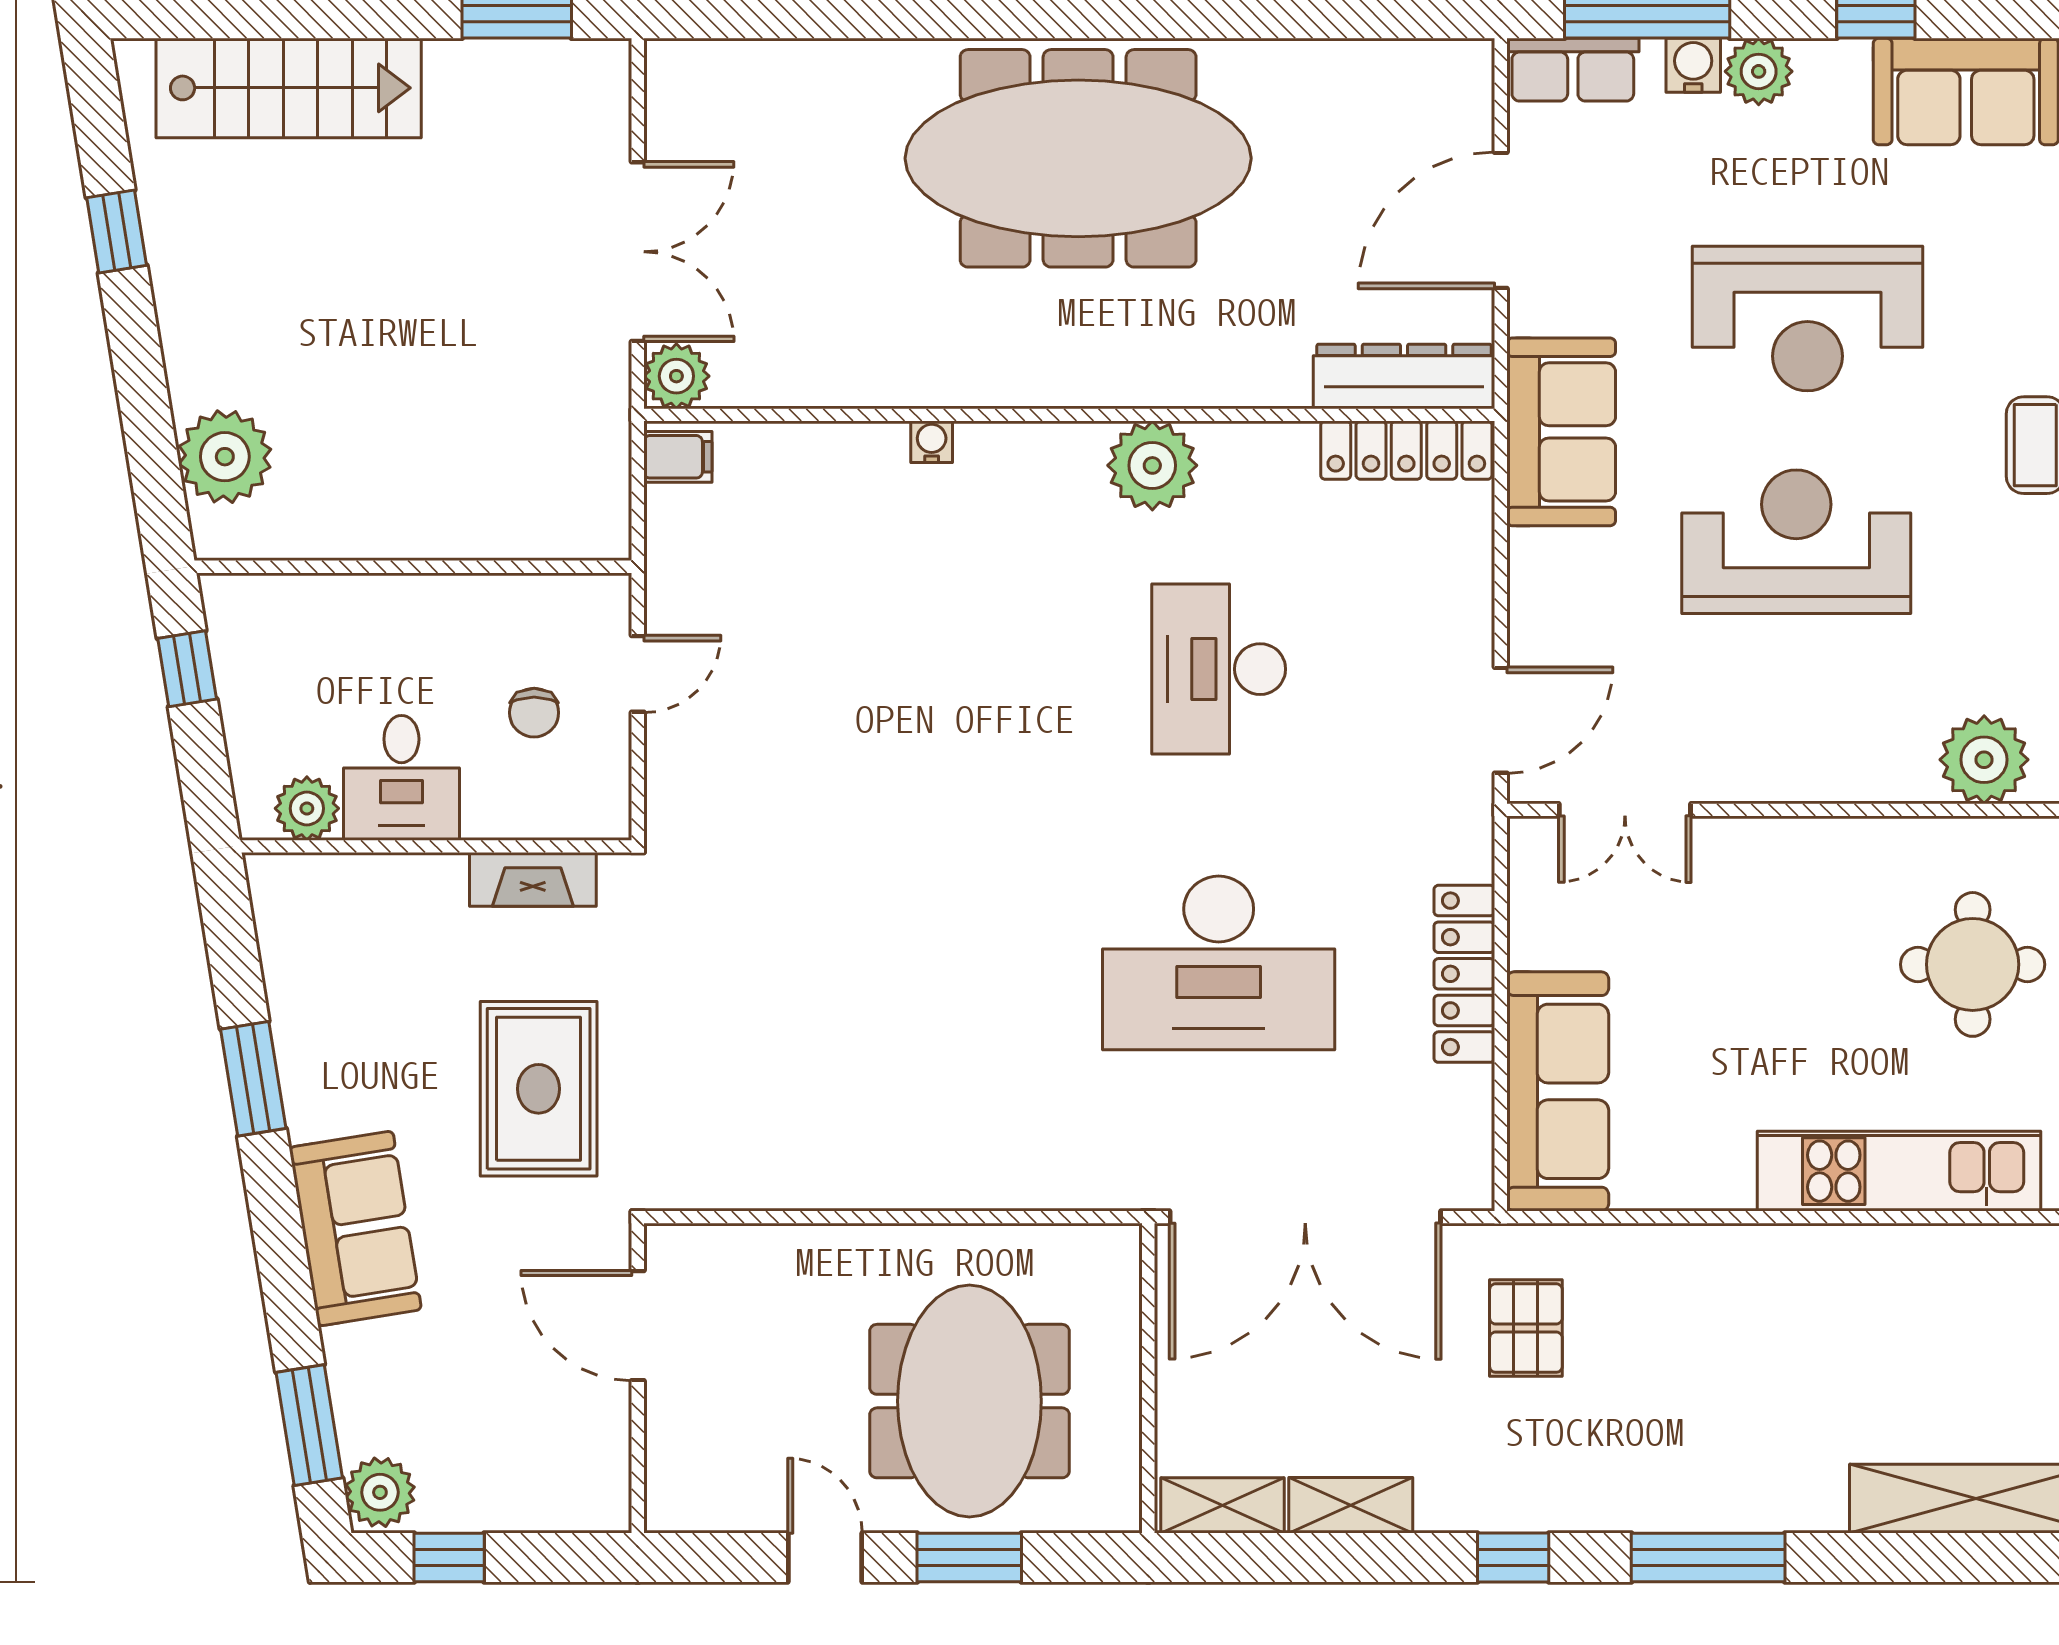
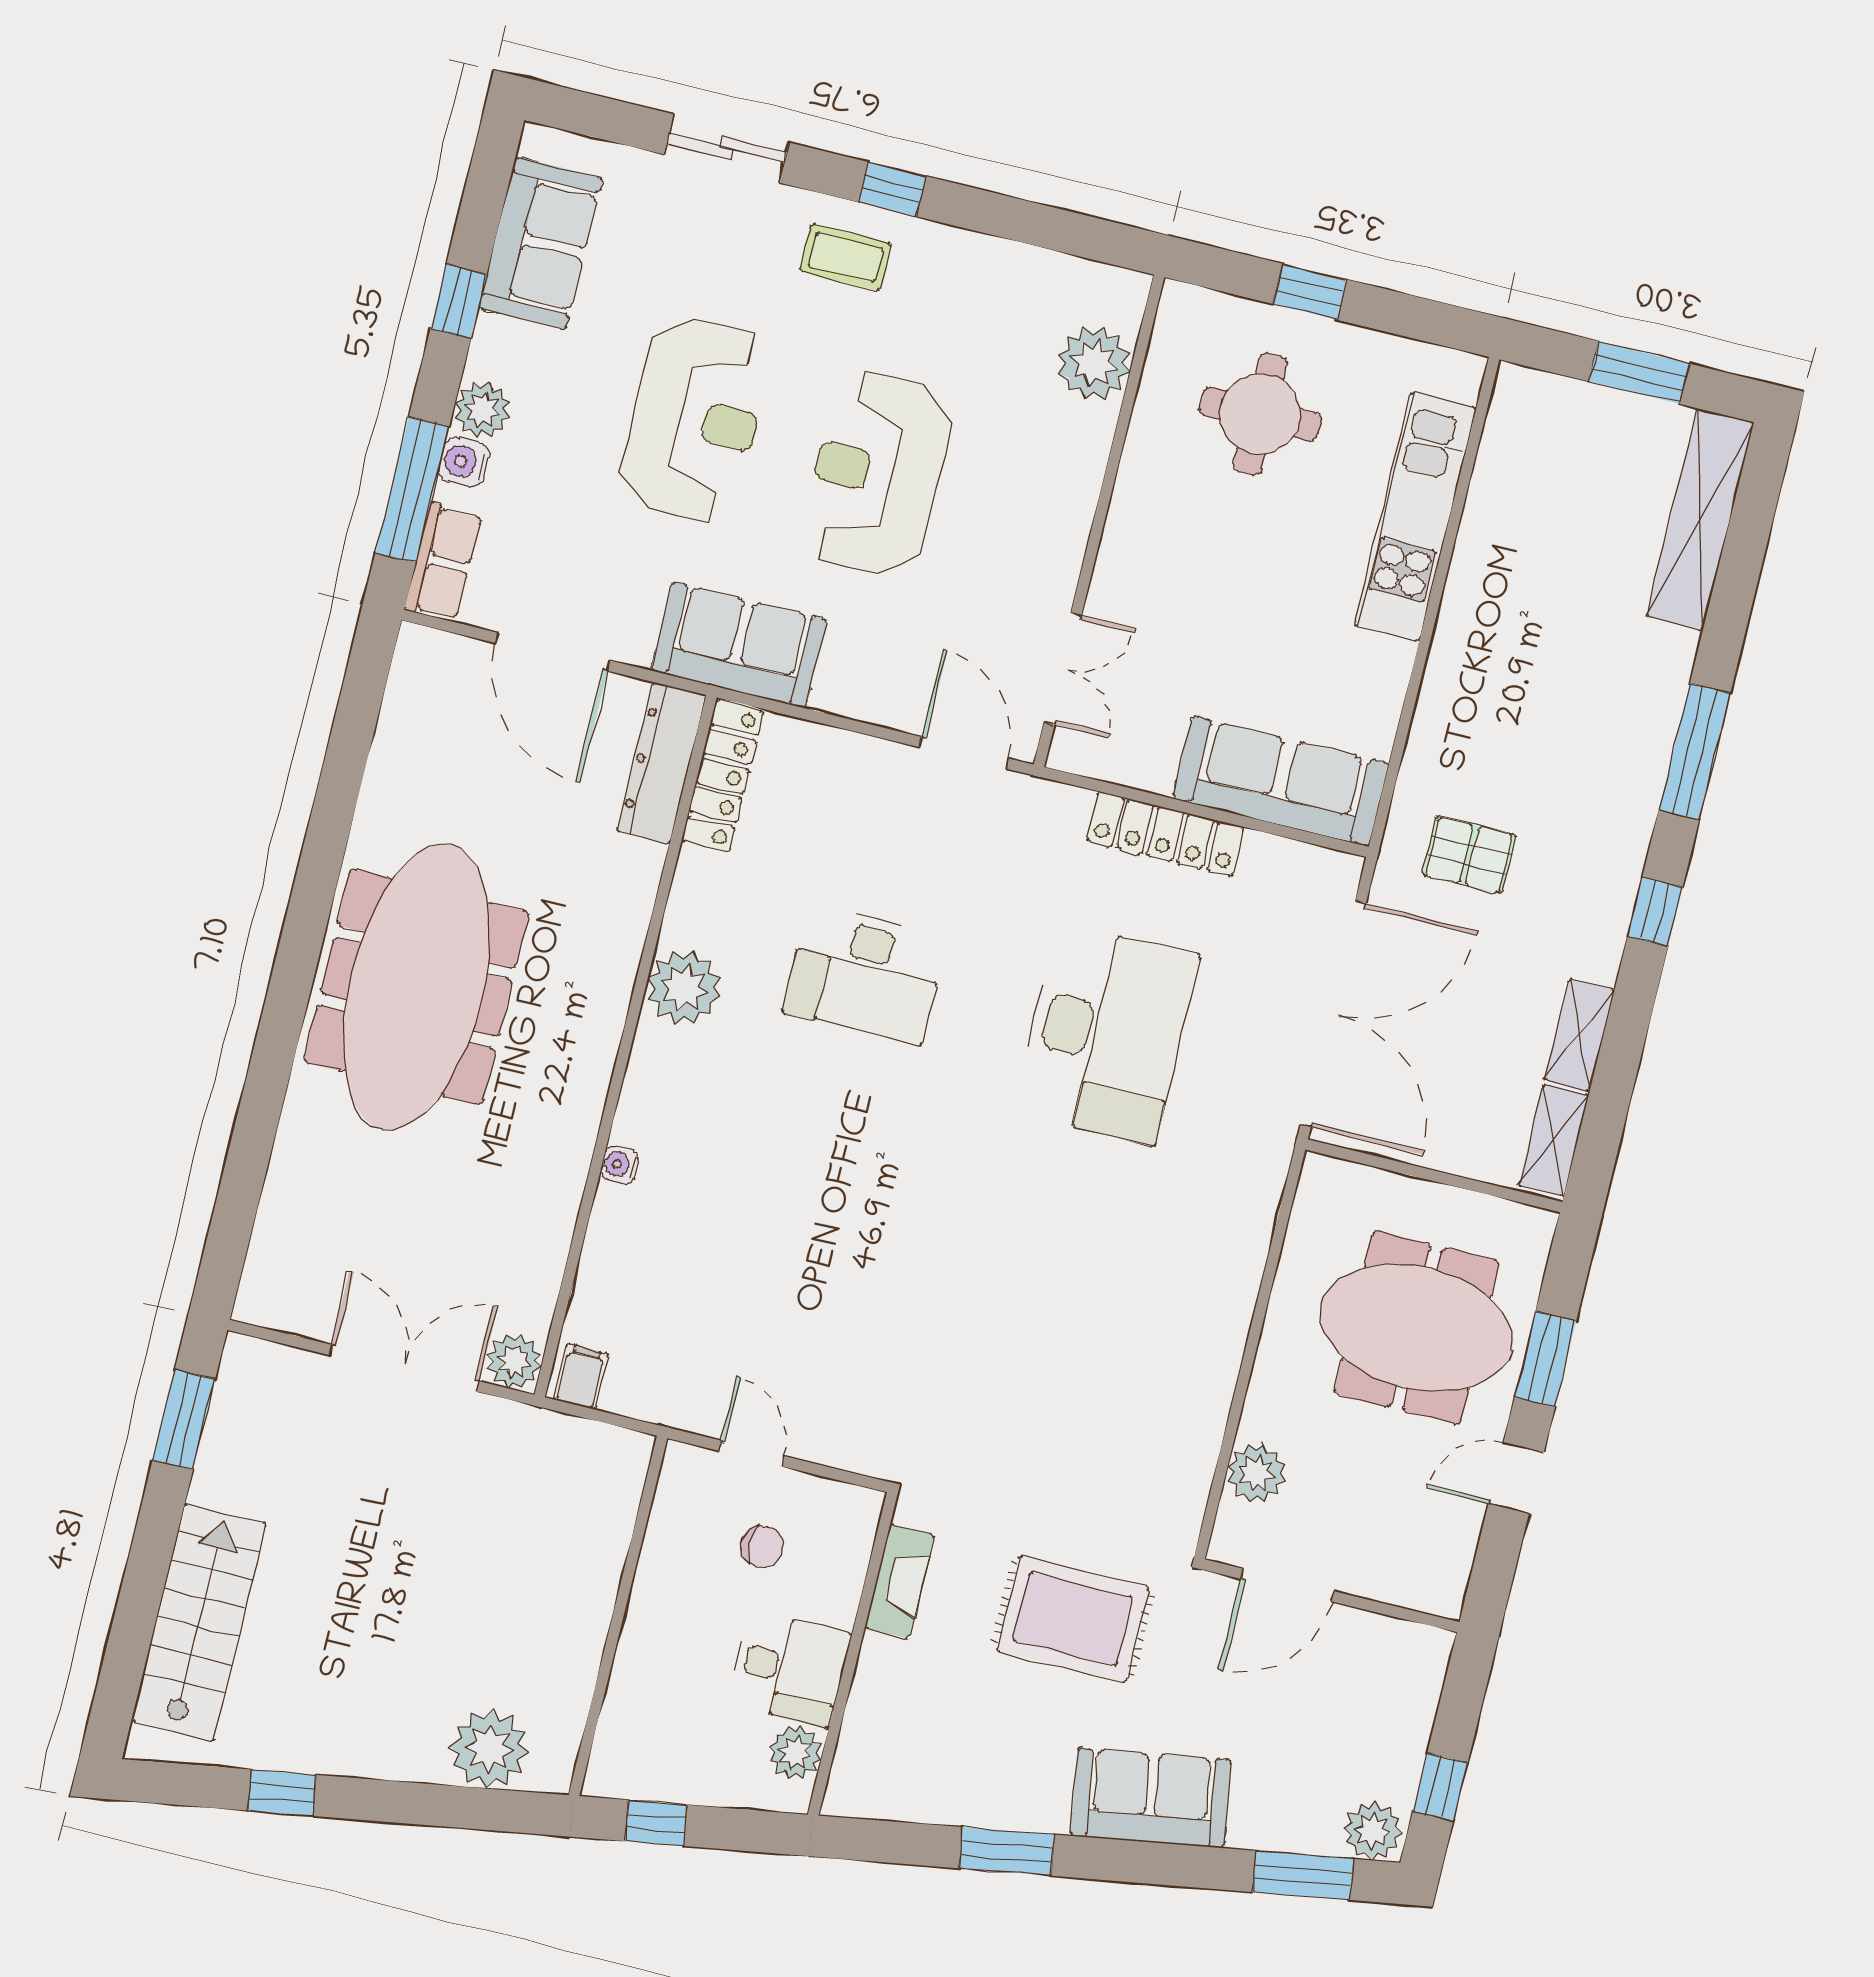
plant: (757, 1258) -> (1256, 1473), added

